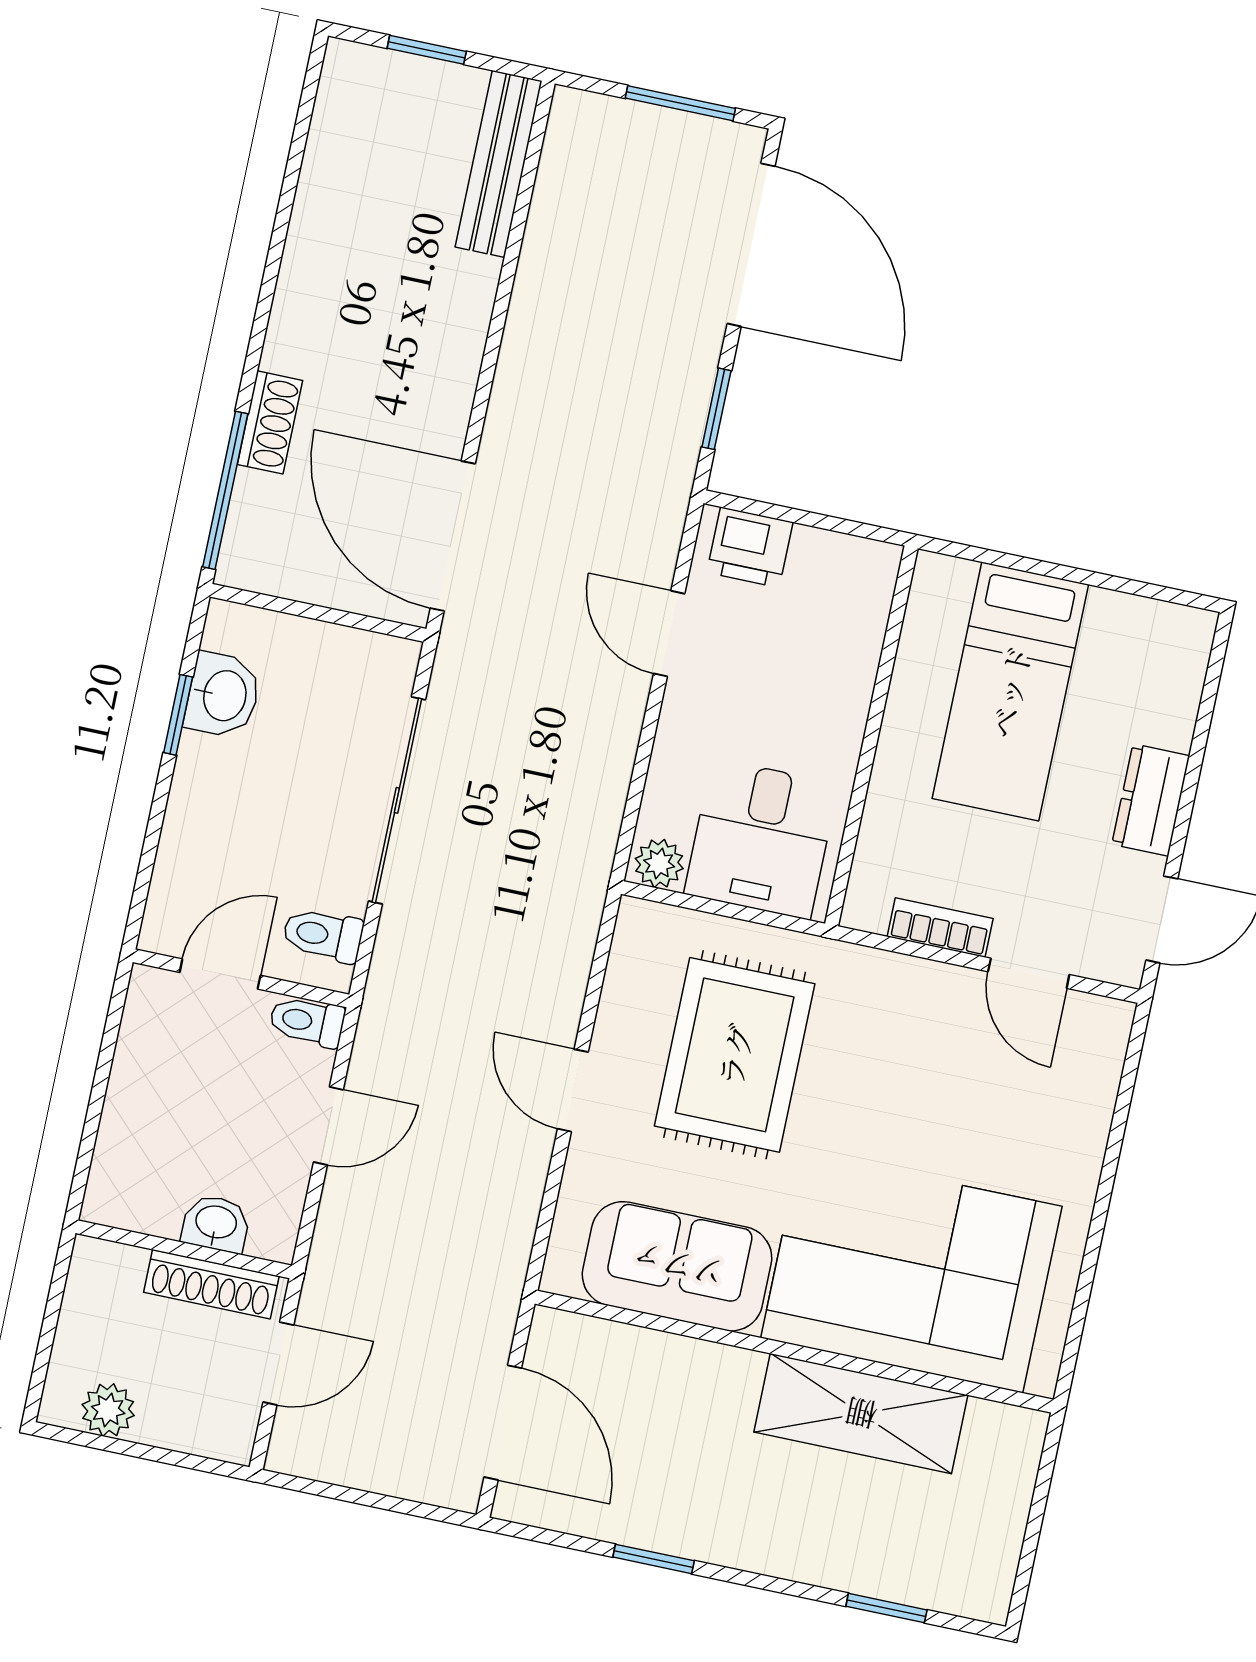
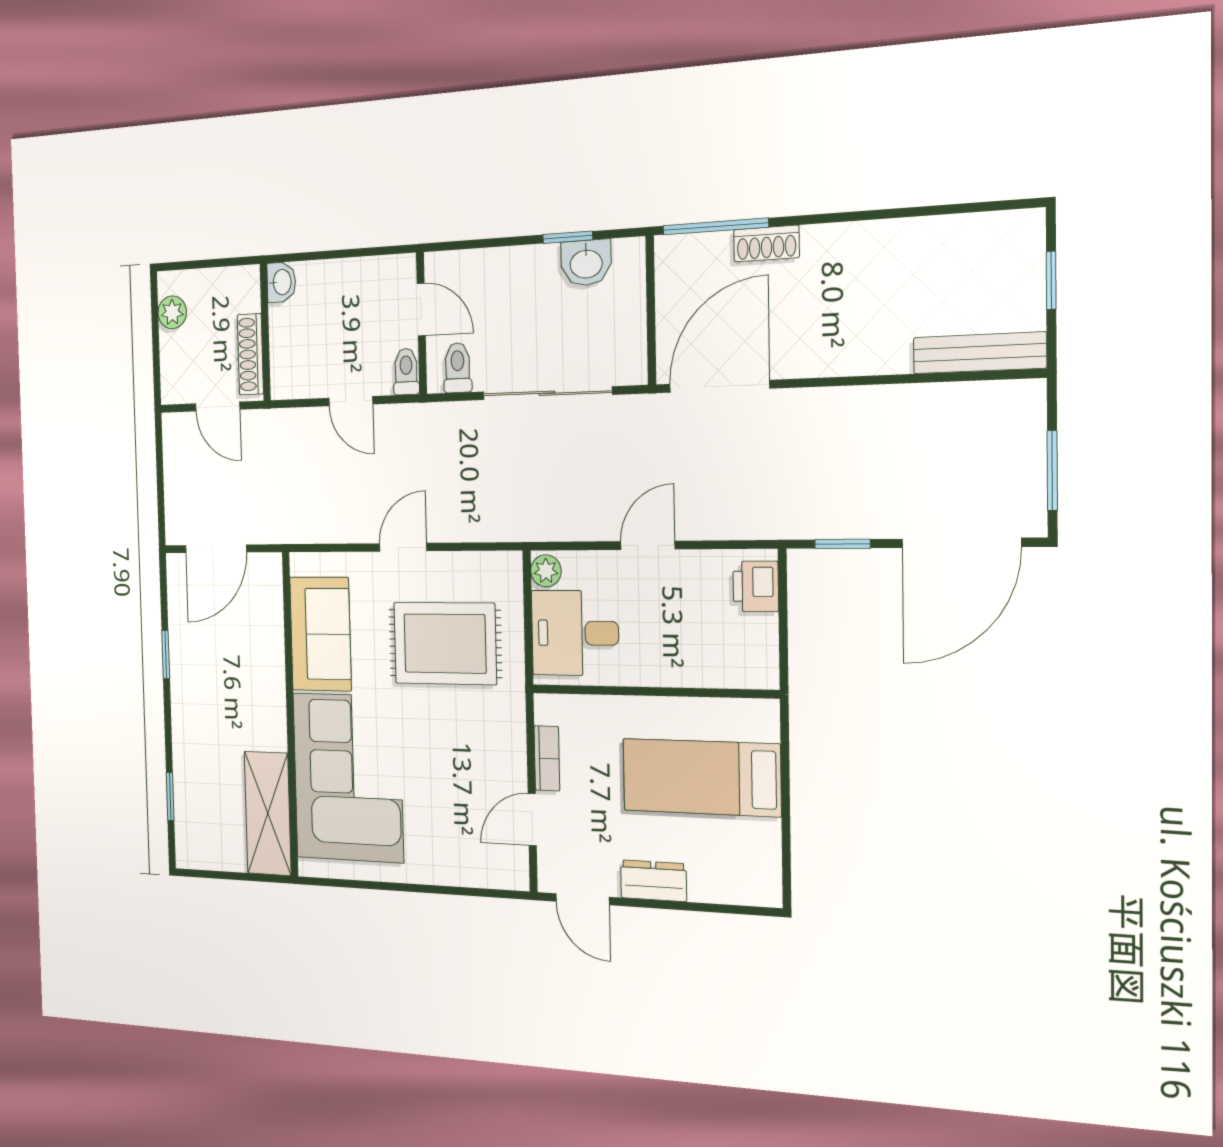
door: (669, 634) -> (648, 545), moved
washbasin: (216, 1223) -> (281, 282), moved
shelving: (861, 1414) -> (268, 813), moved

